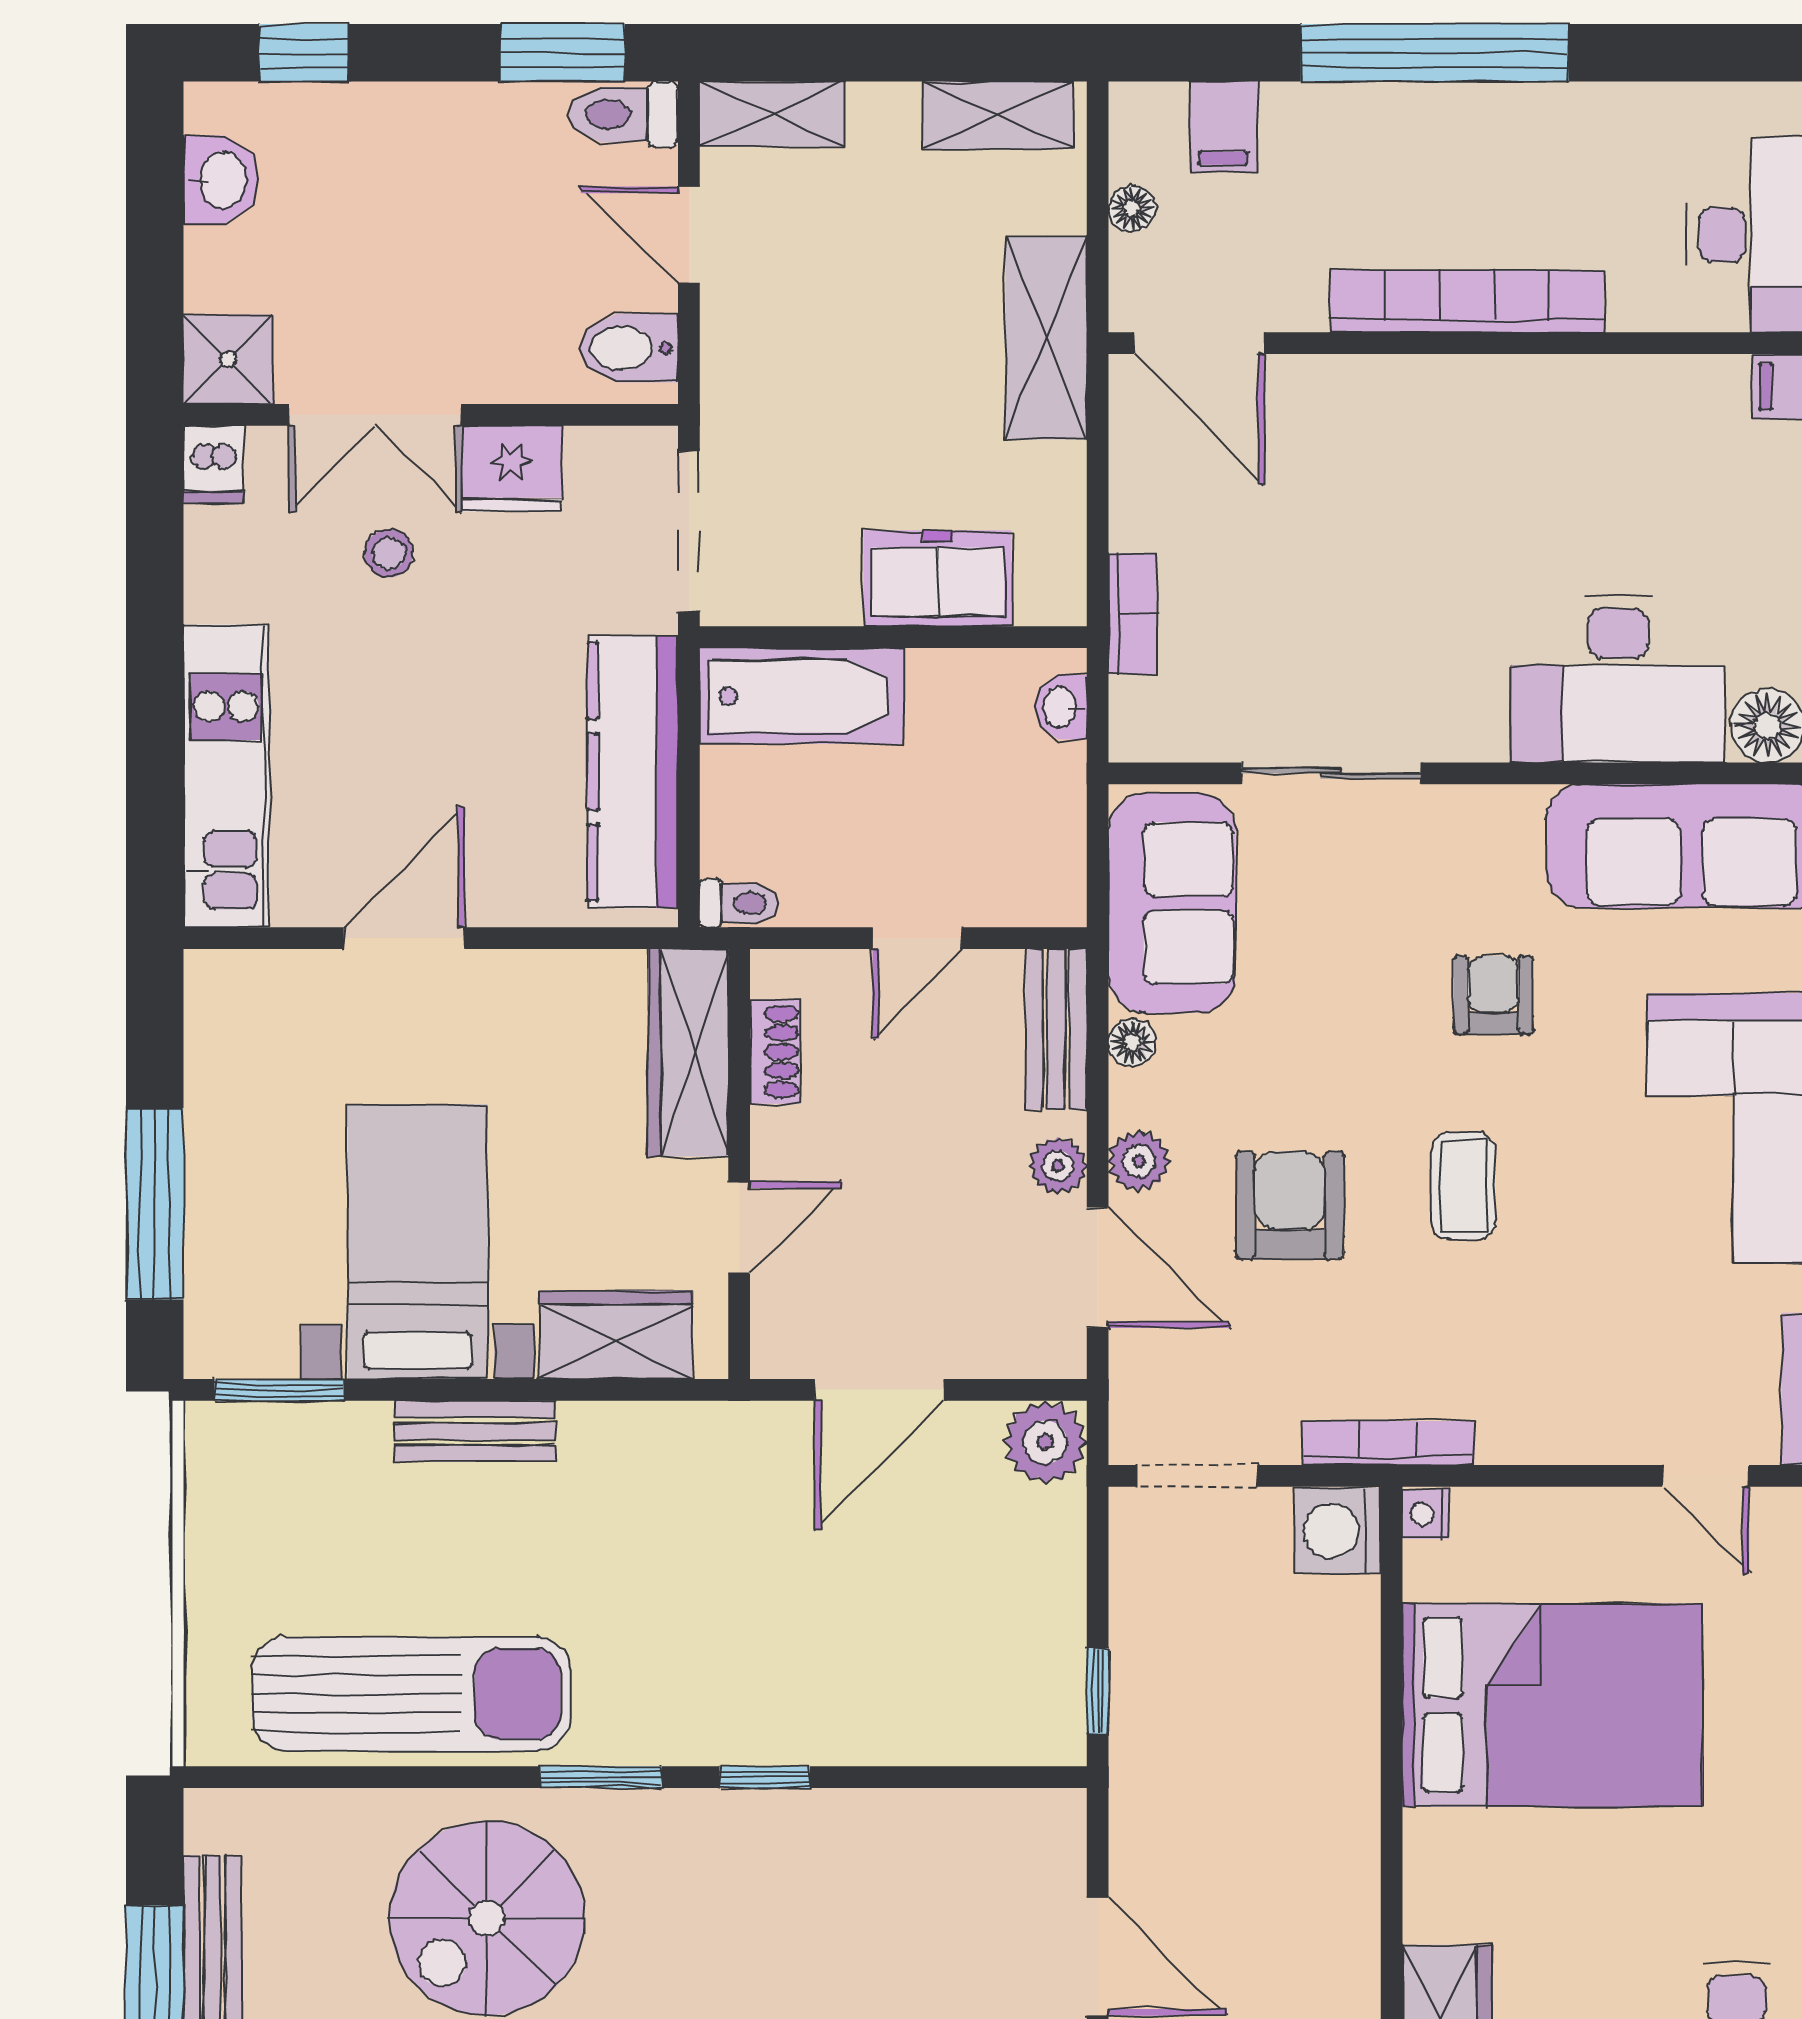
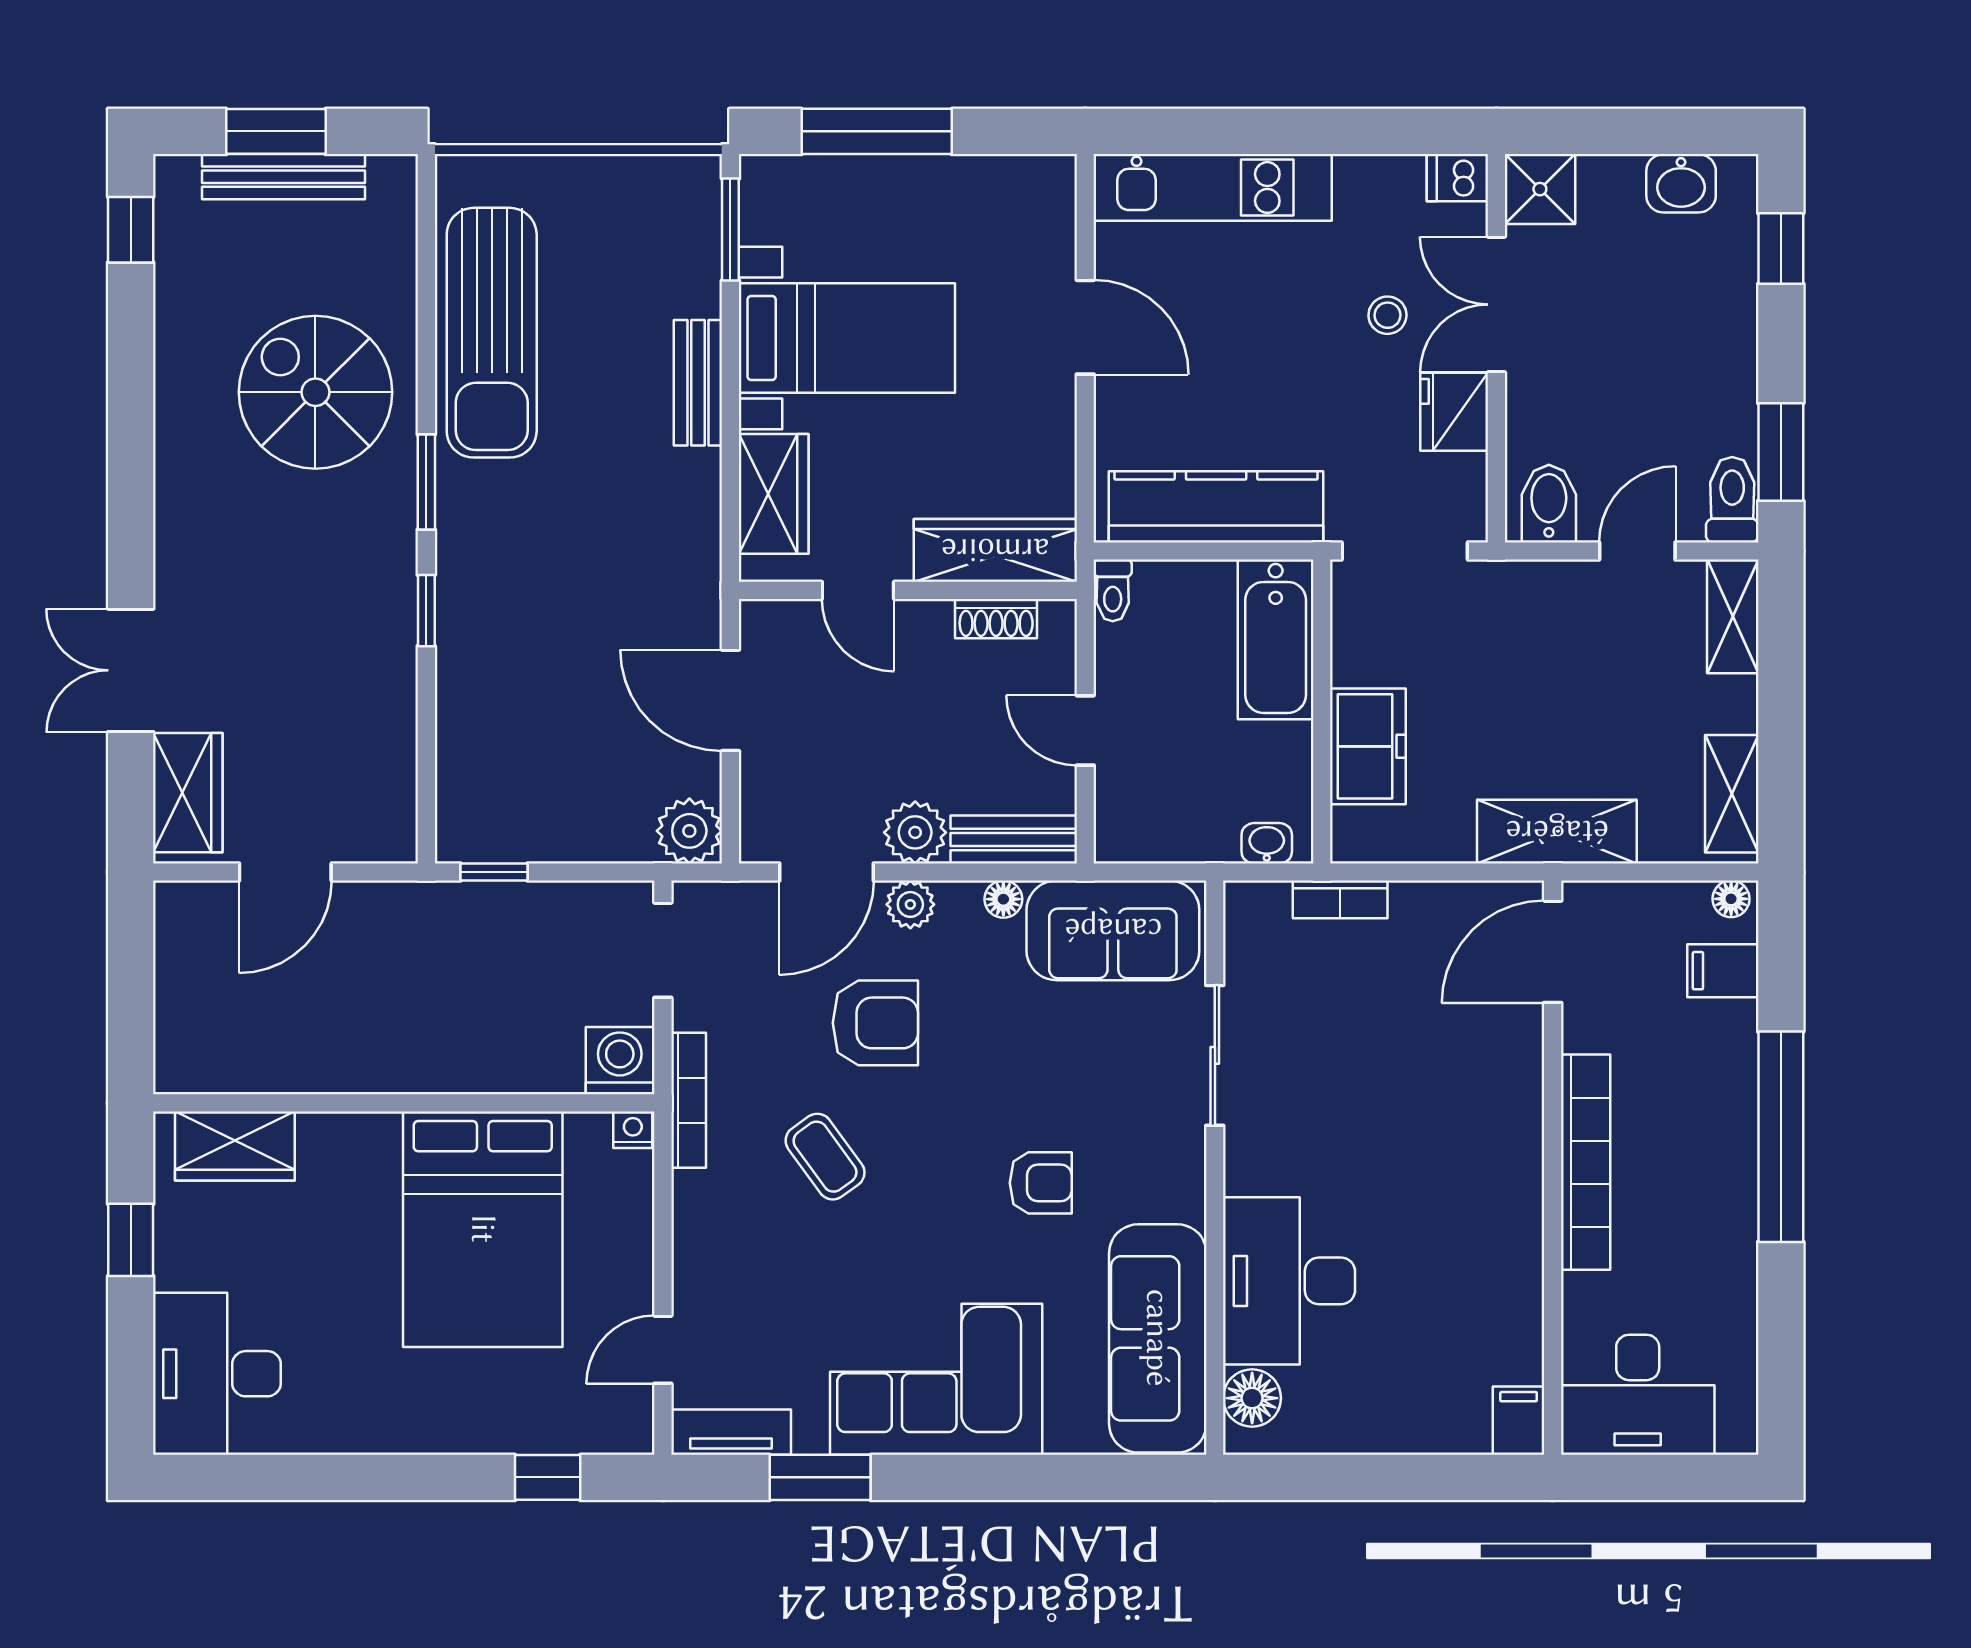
floor lamp: (1132, 209) -> (1731, 899), moved
plant: (1058, 1166) -> (915, 832), width x1.38, depth x1.38
coffee table: (1463, 1186) -> (825, 1157), moved, turned 54

